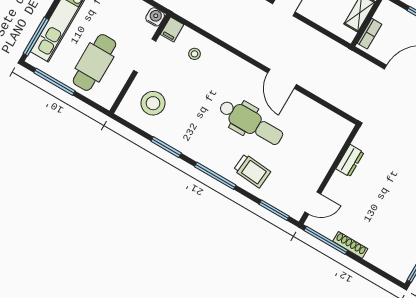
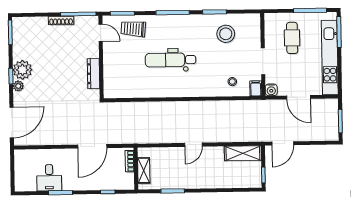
cafe table: (94, 62) -> (292, 38), width x0.73, depth x0.74
door: (282, 79) -> (168, 99), removed
stool: (153, 103) -> (226, 34), moved
dresser: (350, 161) -> (93, 74), width x1.44
trolley: (252, 171) -> (133, 29), moved
door: (313, 203) -> (101, 33), swing flipped

